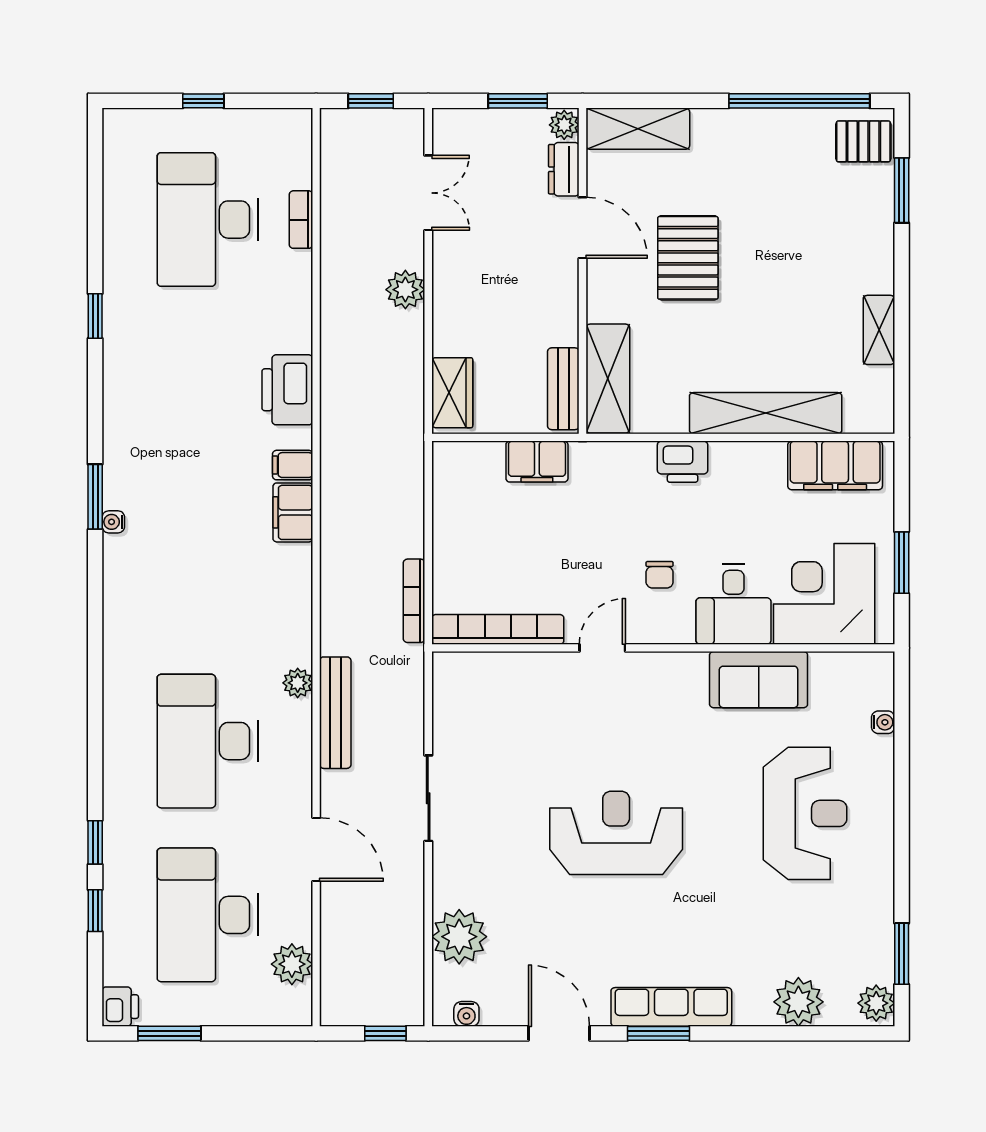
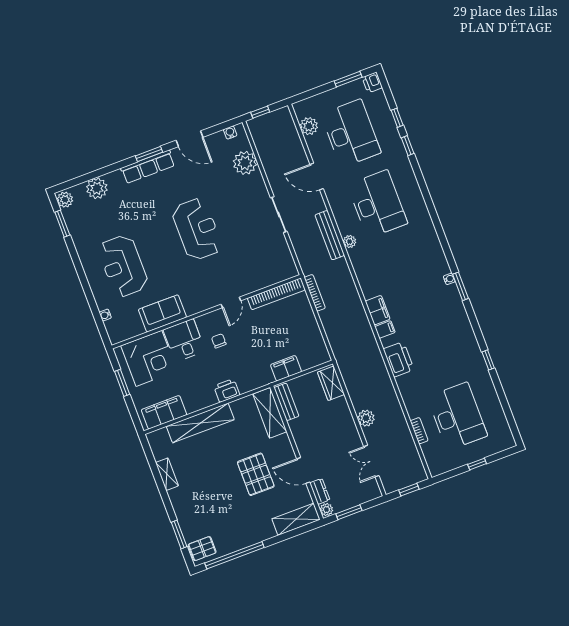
reception desk: (616, 833) -> (197, 229), turned -90

